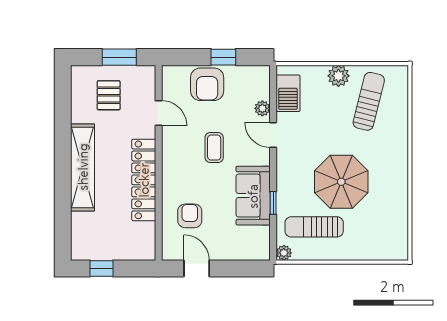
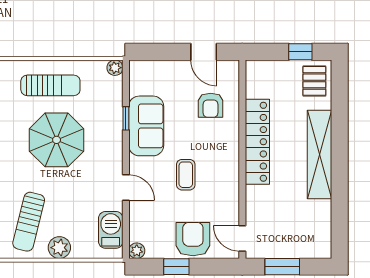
pallet: (109, 95) -> (314, 81), moved
plant: (262, 108) -> (137, 251), moved
door: (159, 113) -> (242, 238), moved
sun lounger: (314, 227) -> (50, 85), moved

